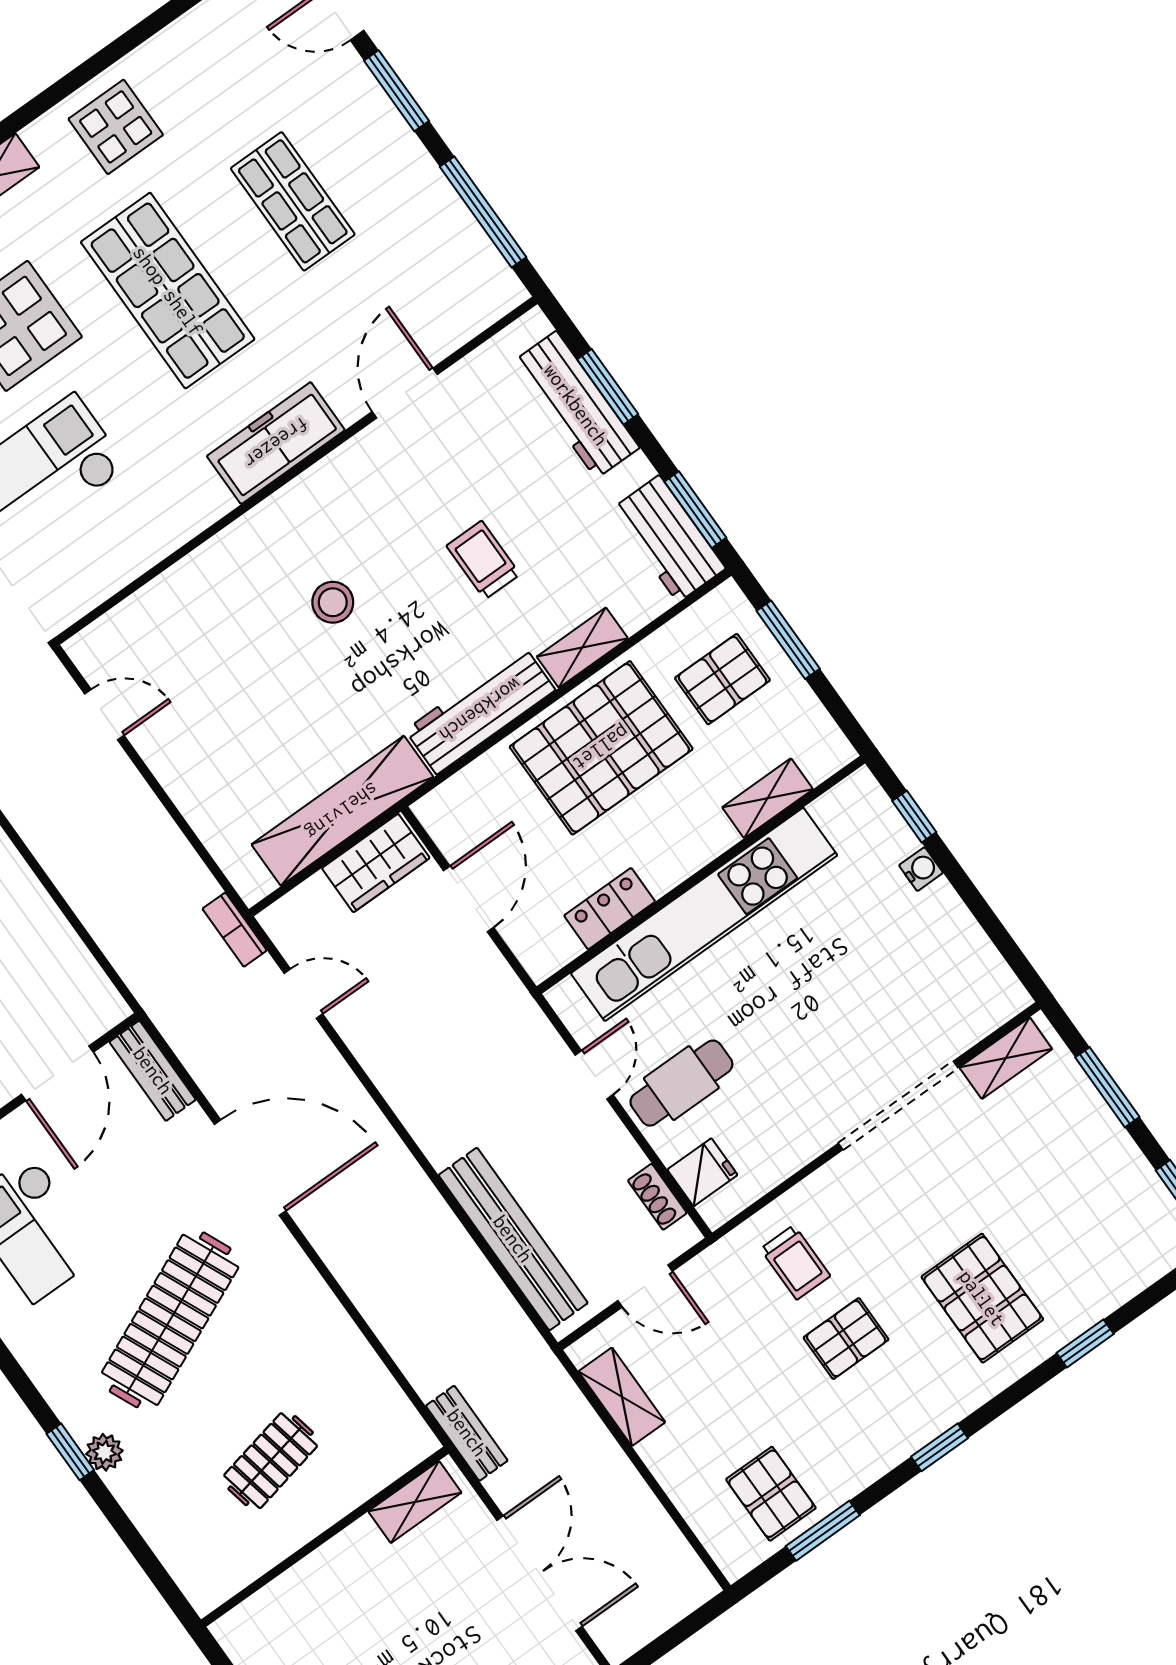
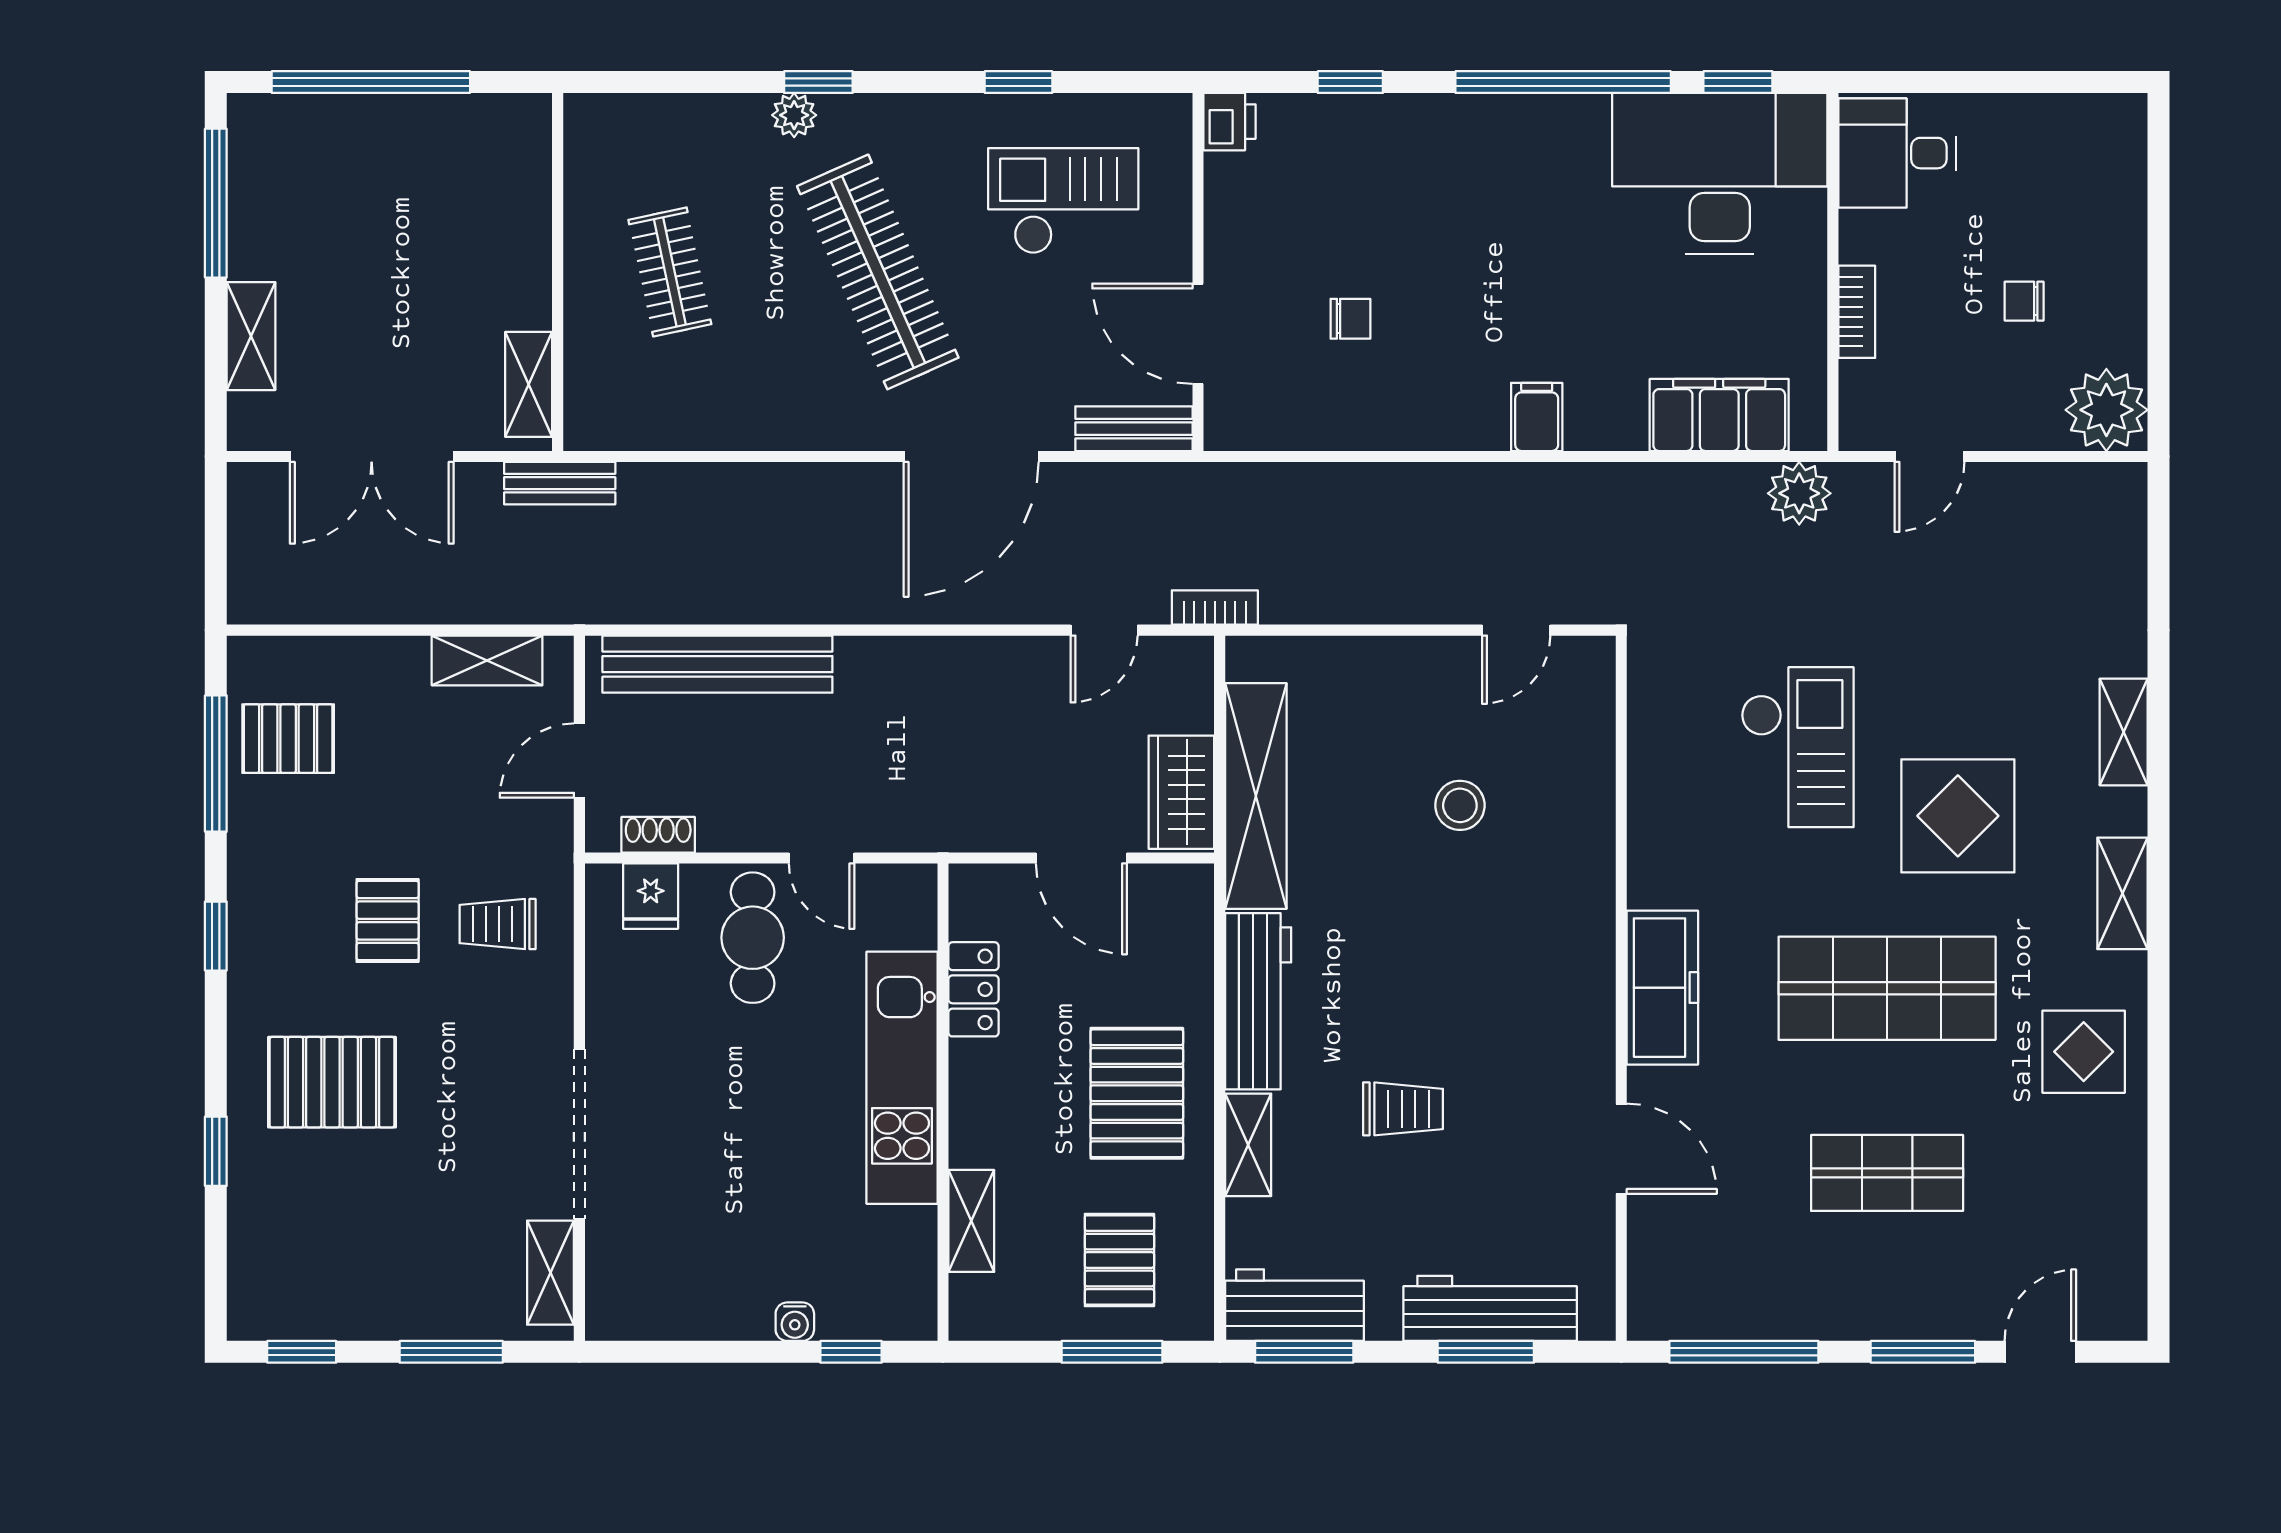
stool: (333, 602) -> (1460, 805), moved
pallet: (601, 748) -> (1137, 1093), width x0.73, depth x0.71
kitchen unit: (704, 914) -> (902, 1078), width x0.73
window: (823, 1531) -> (216, 764), width x1.44

